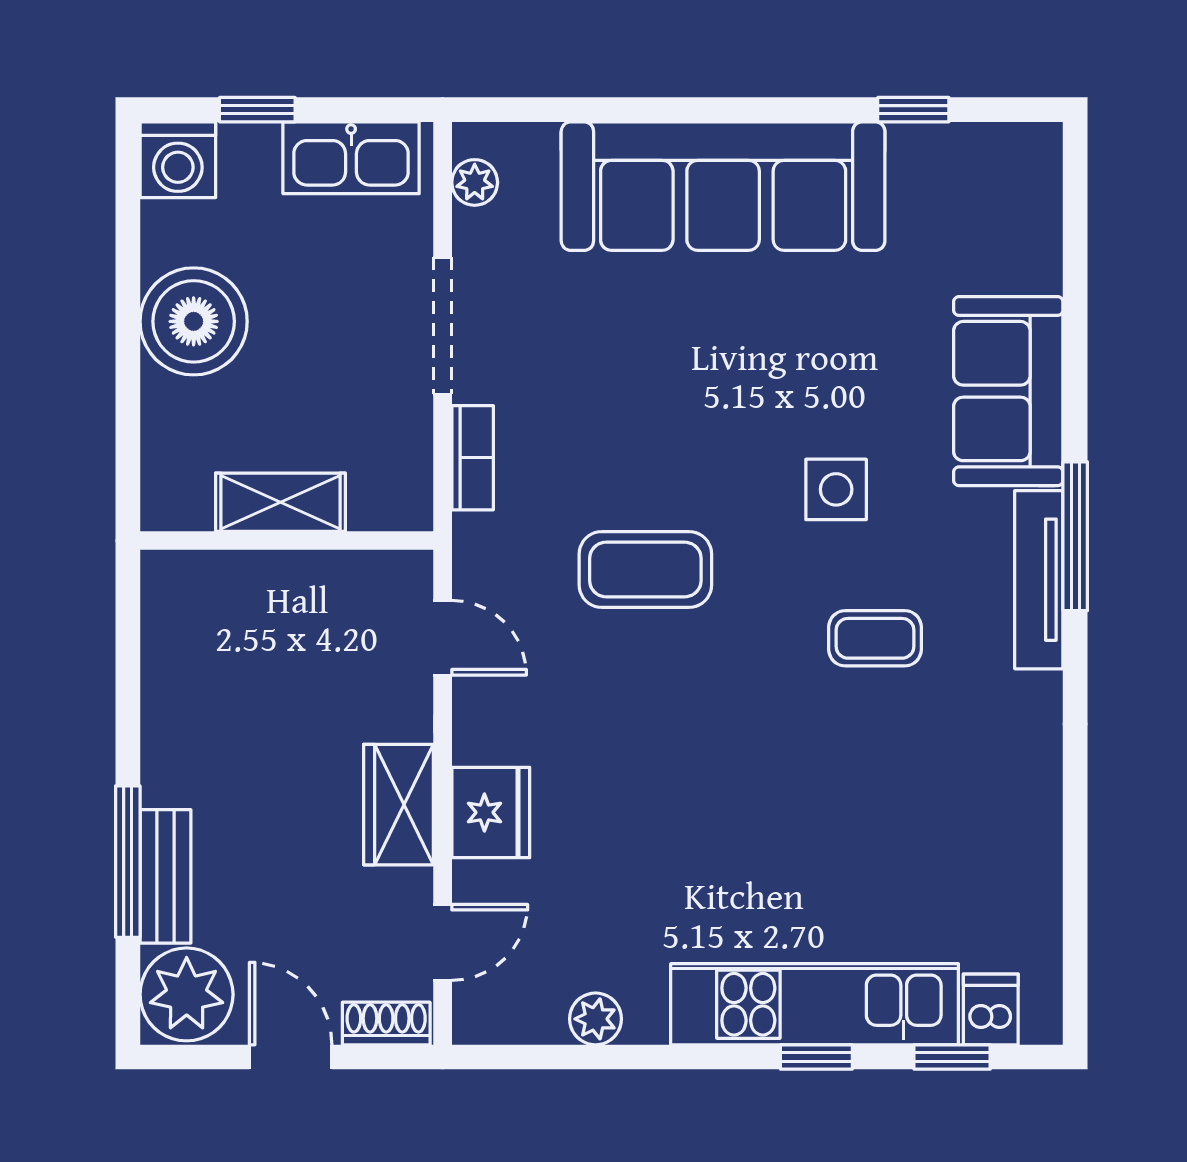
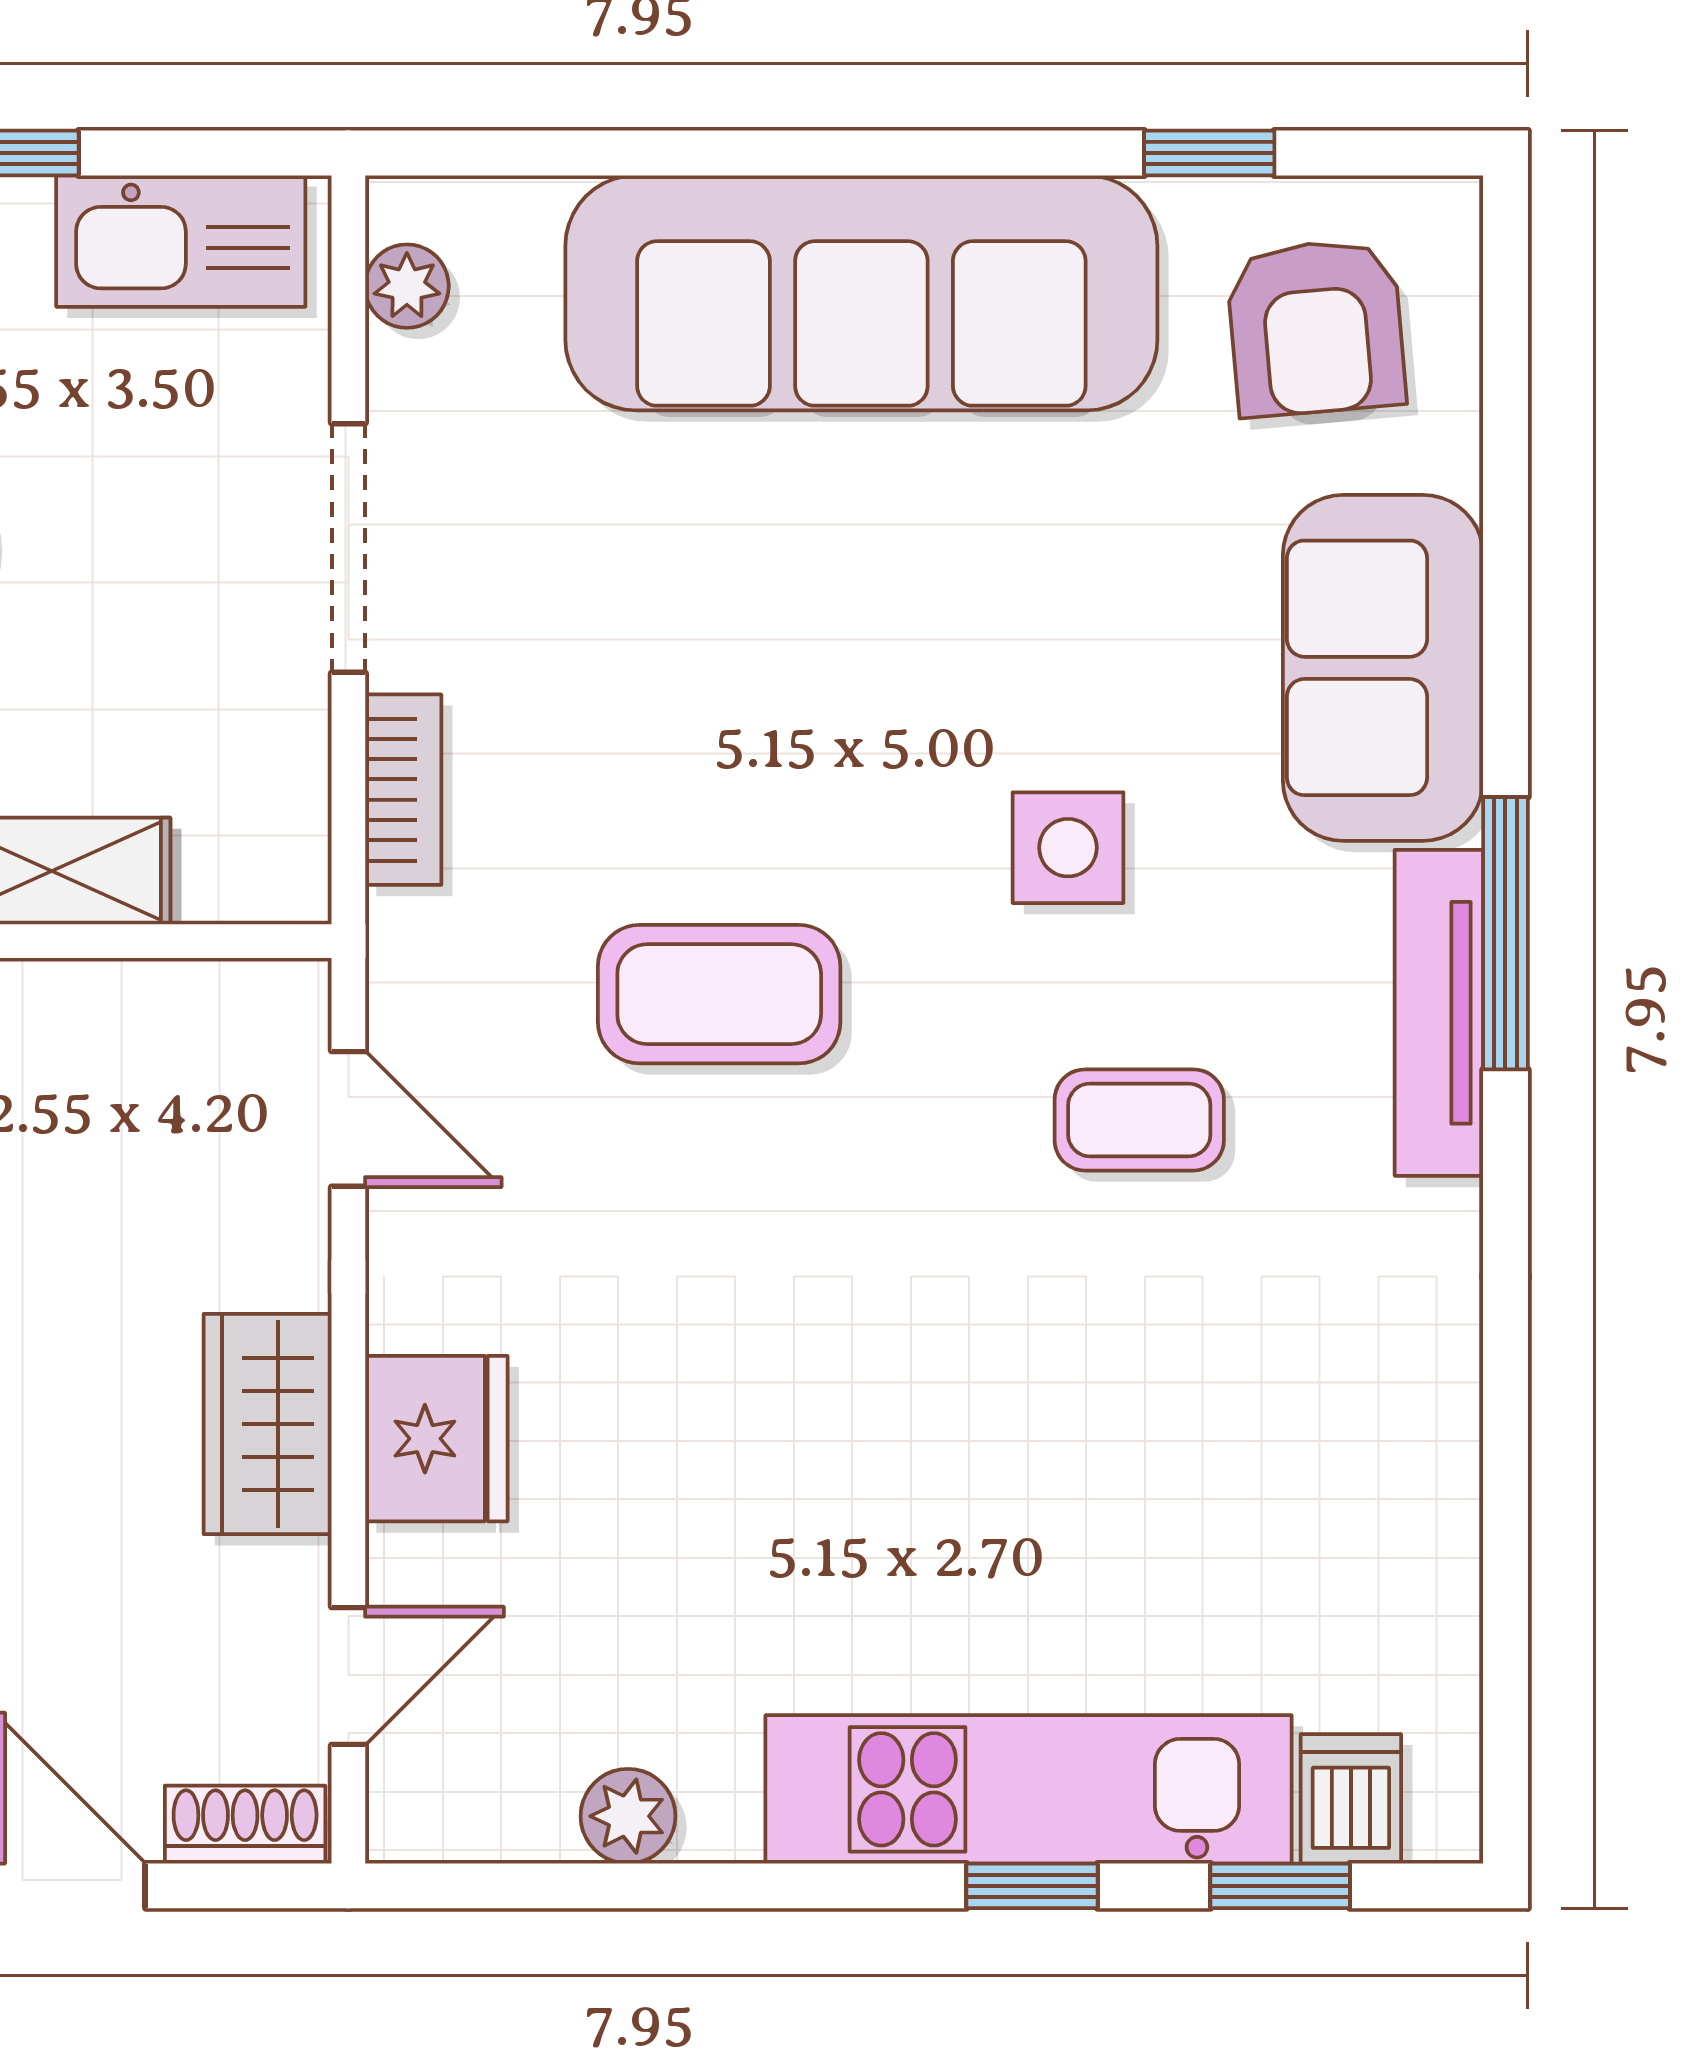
armchair: (972, 205) -> (1316, 328), added

